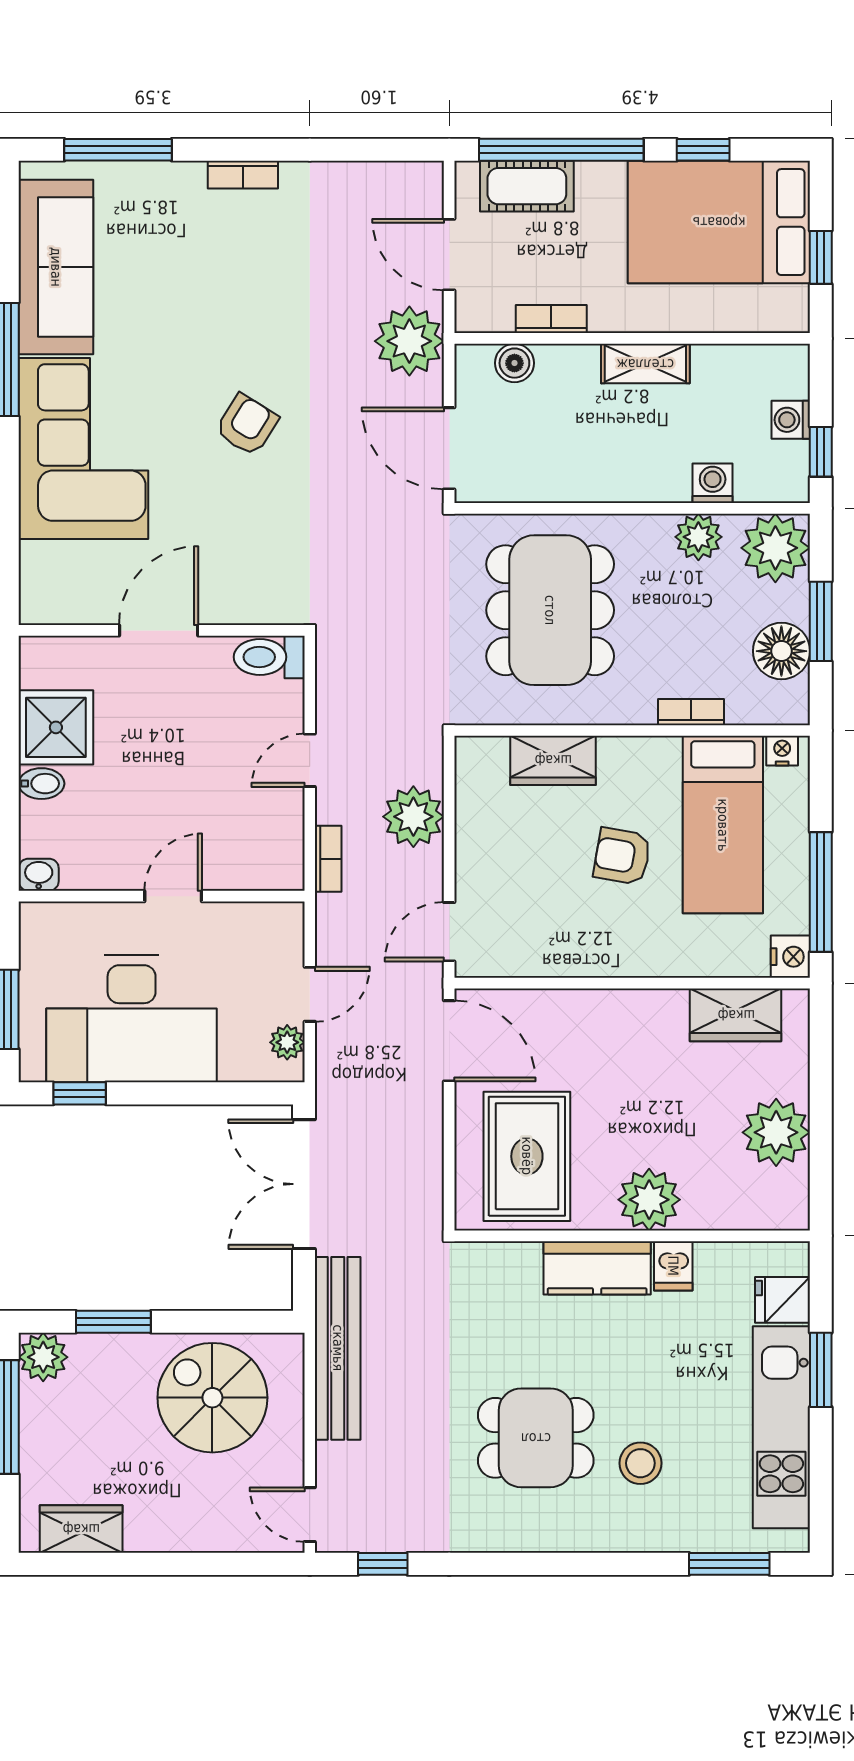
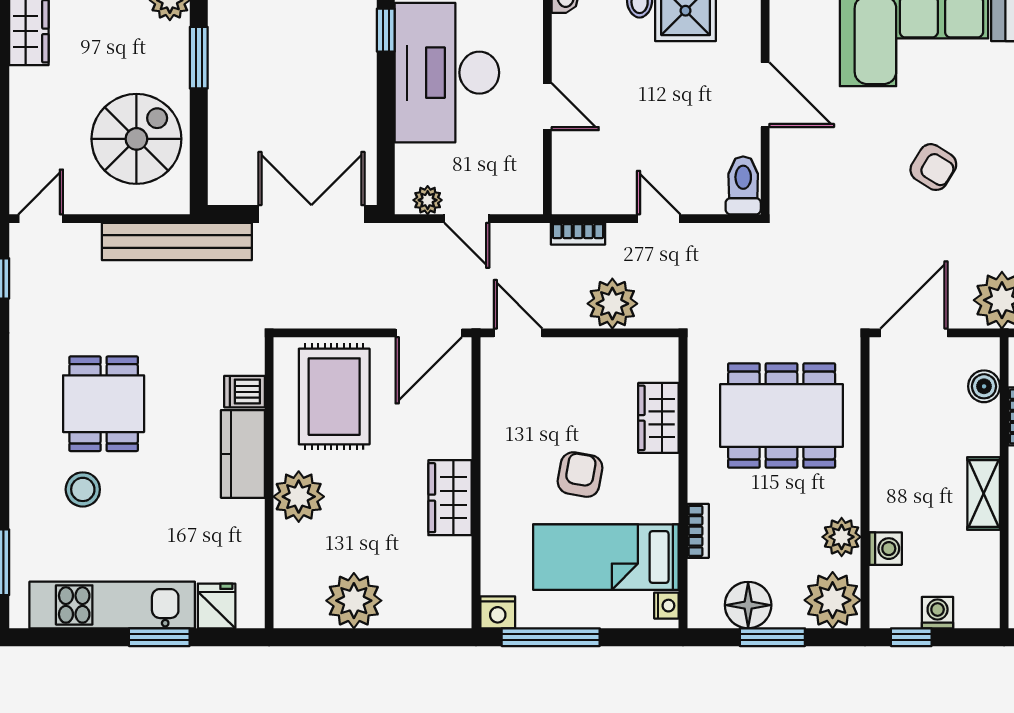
wardrobe: (736, 1015) -> (450, 498), moved
rug: (527, 1156) -> (334, 397), turned 90
dishwasher: (673, 1266) -> (244, 392), moved

